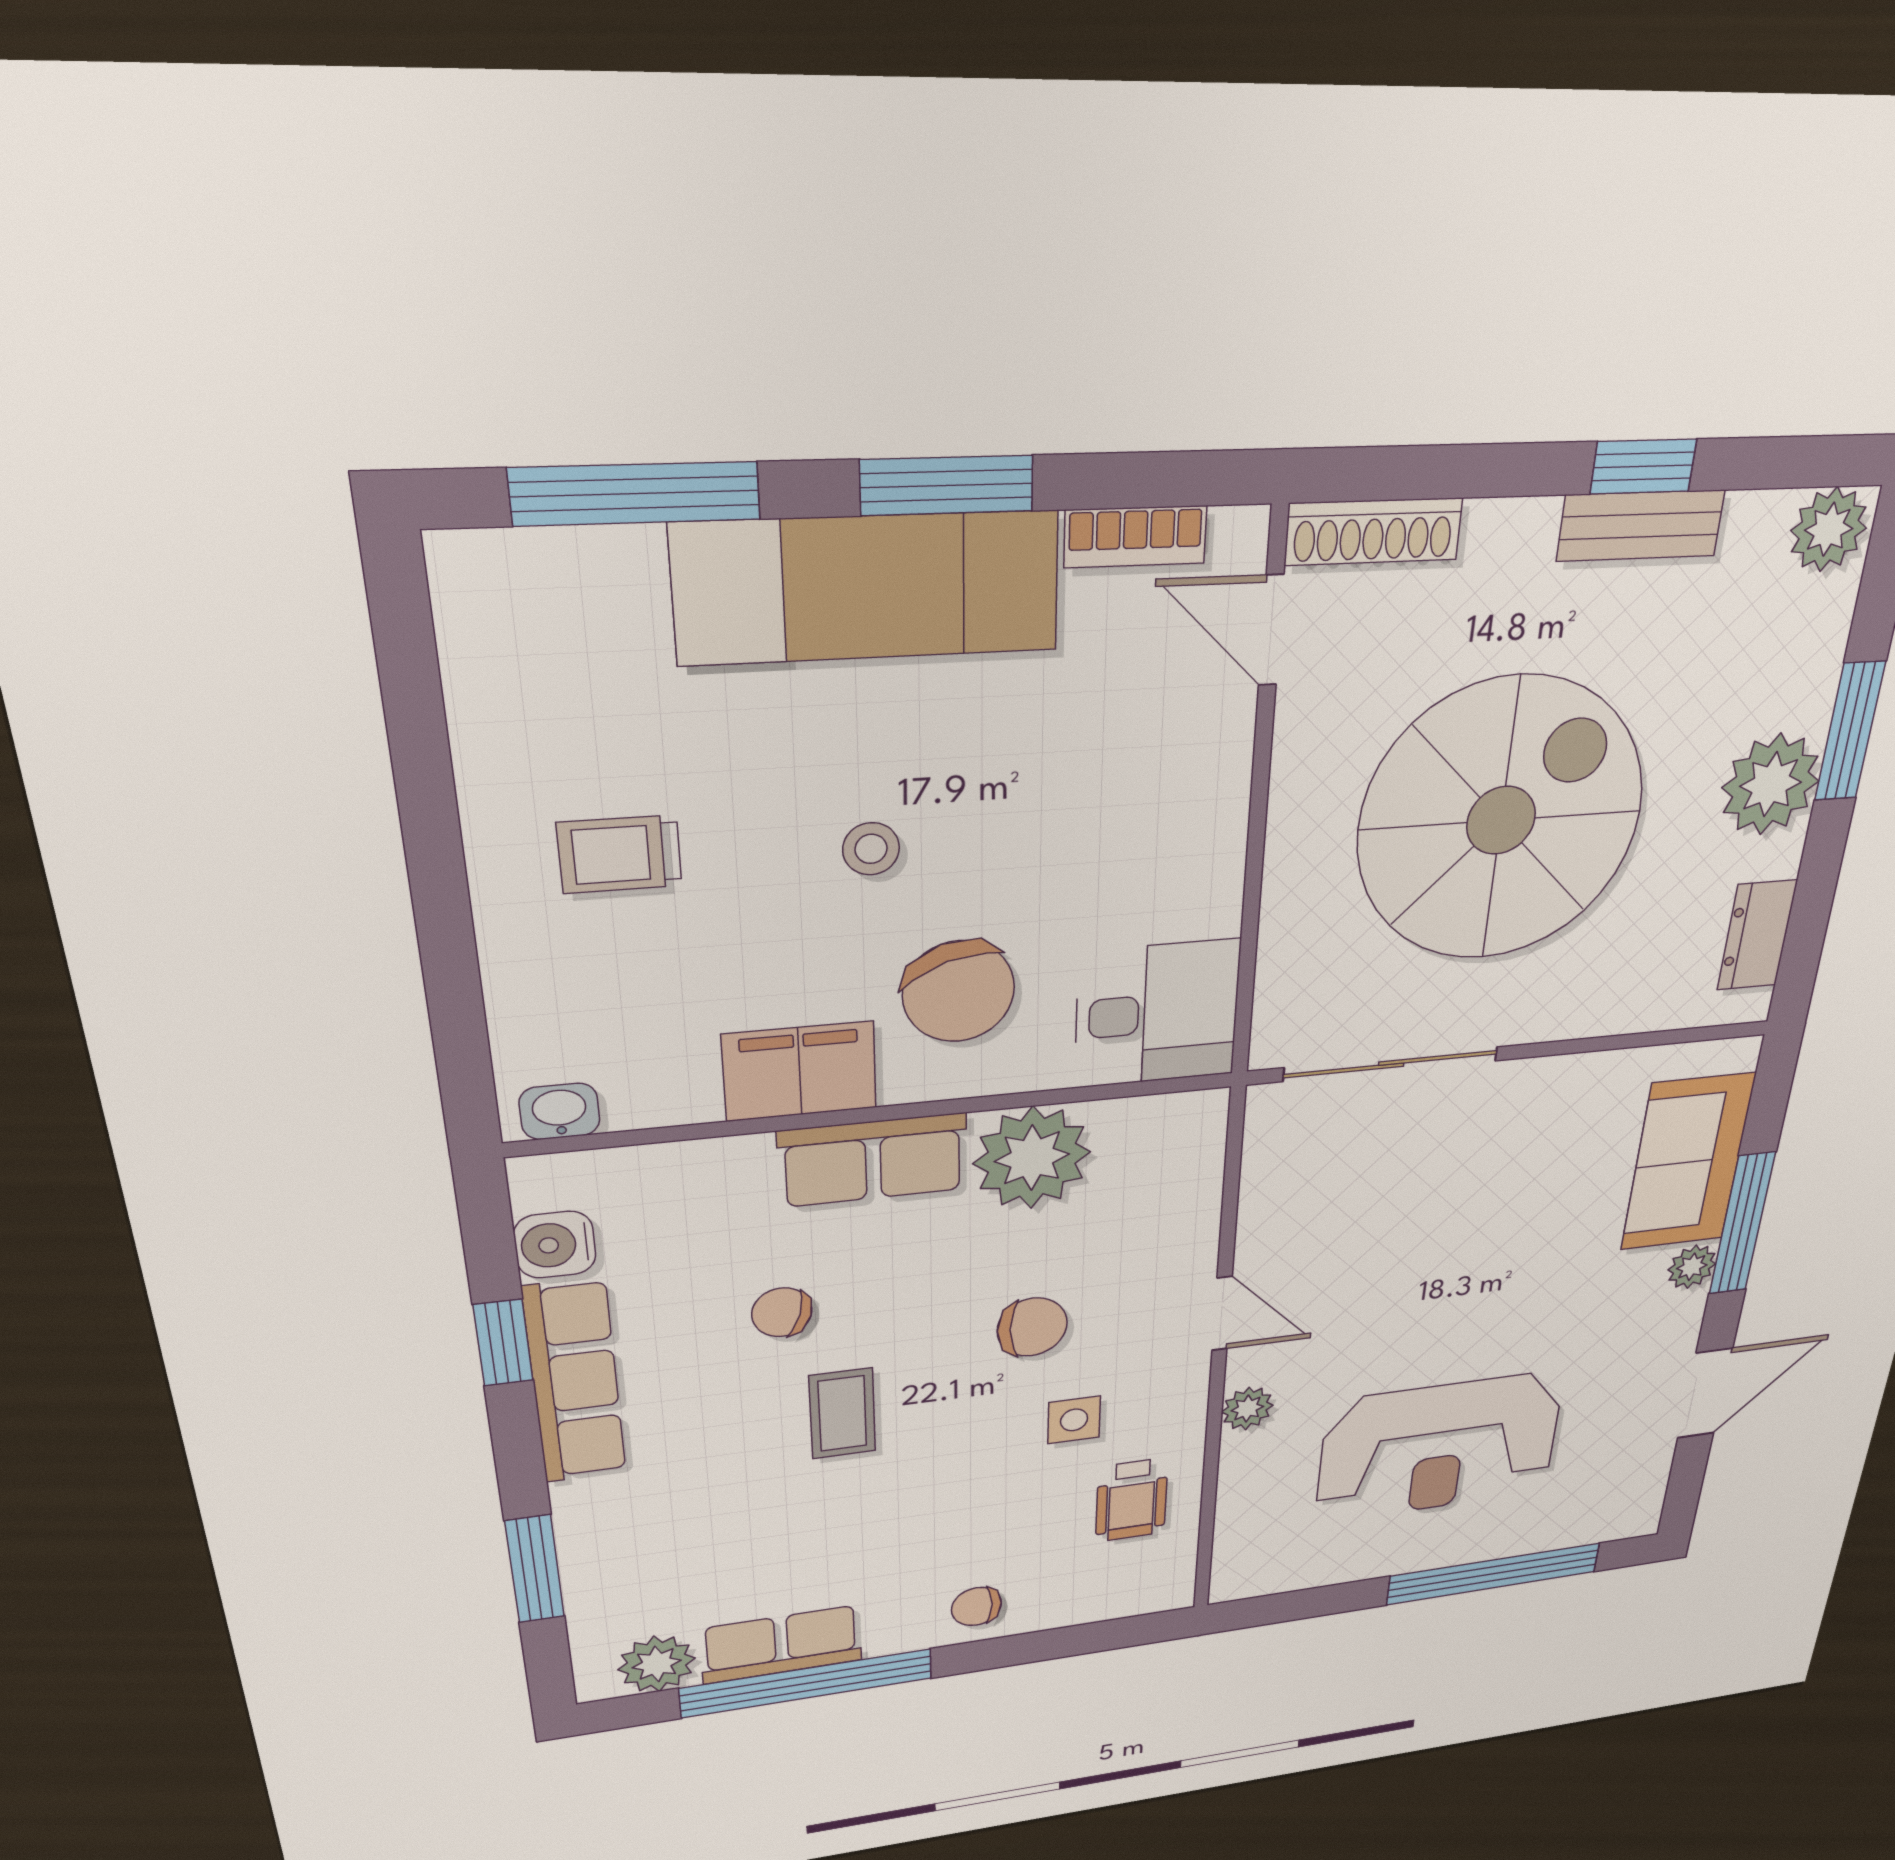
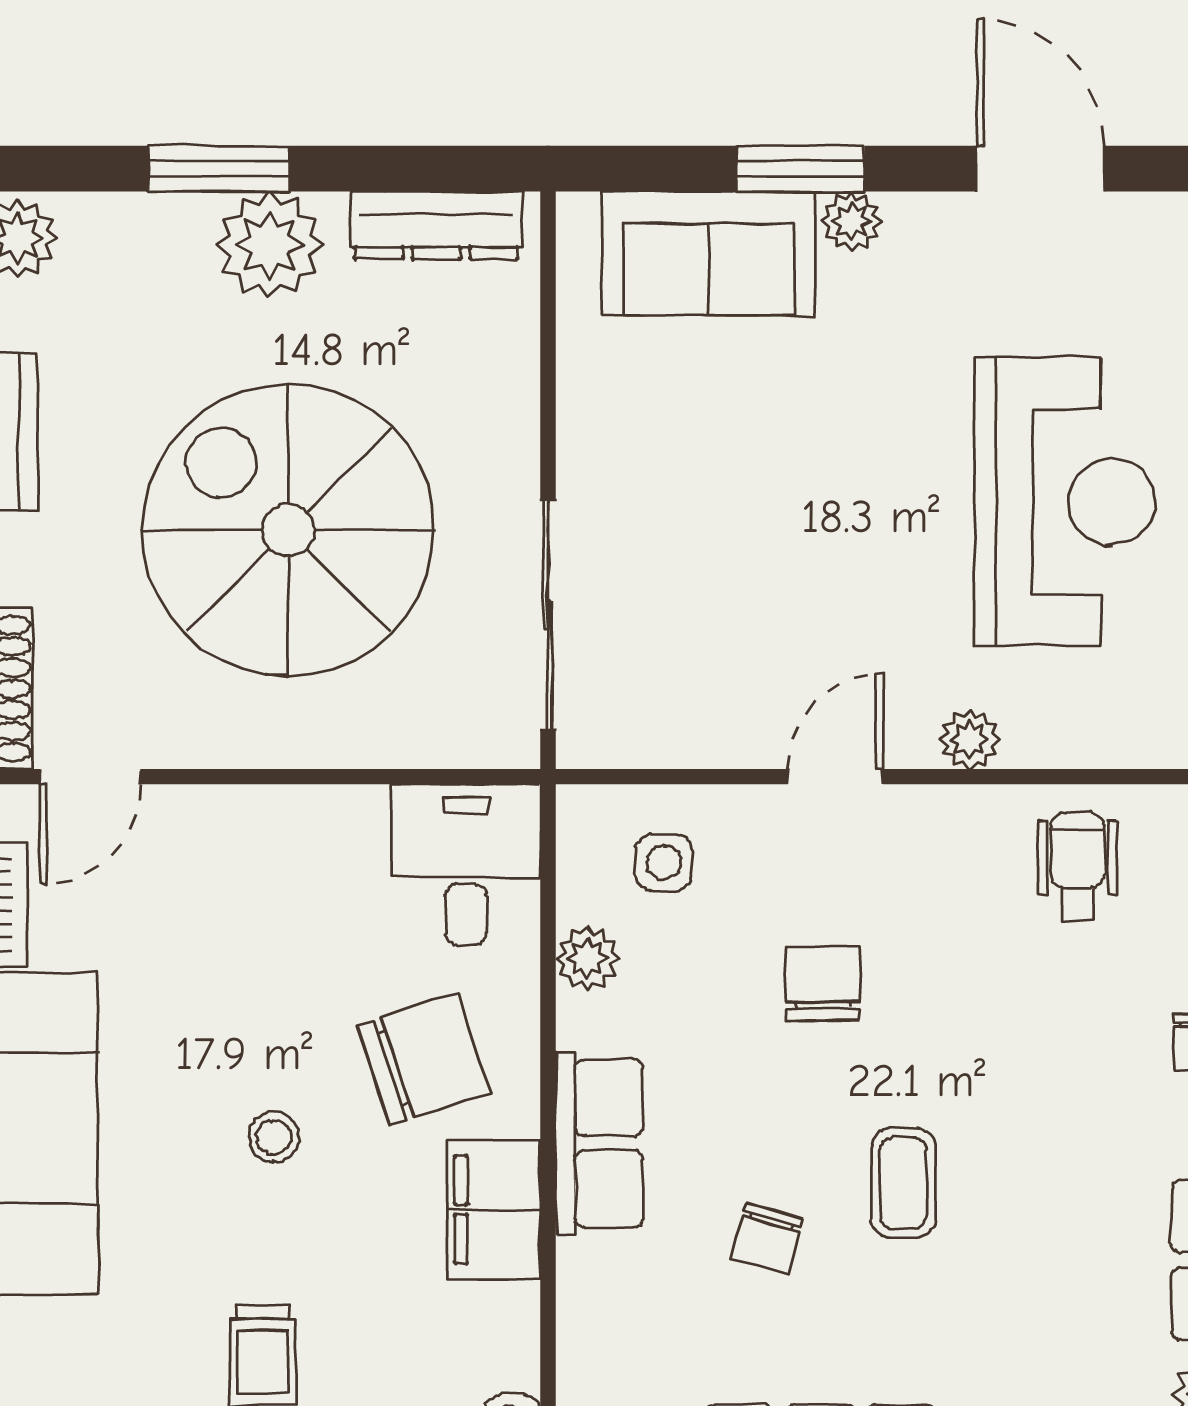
dresser: (1757, 935) -> (436, 225), width x1.44
plant: (1032, 1158) -> (587, 958), width x0.53, depth x0.53
window: (1742, 1224) -> (800, 169), width x0.69
coffee table: (842, 1414) -> (904, 1183), turned 90
side table: (1074, 1420) -> (664, 863), moved
wheelchair: (1132, 1500) -> (1077, 867), turned -90

